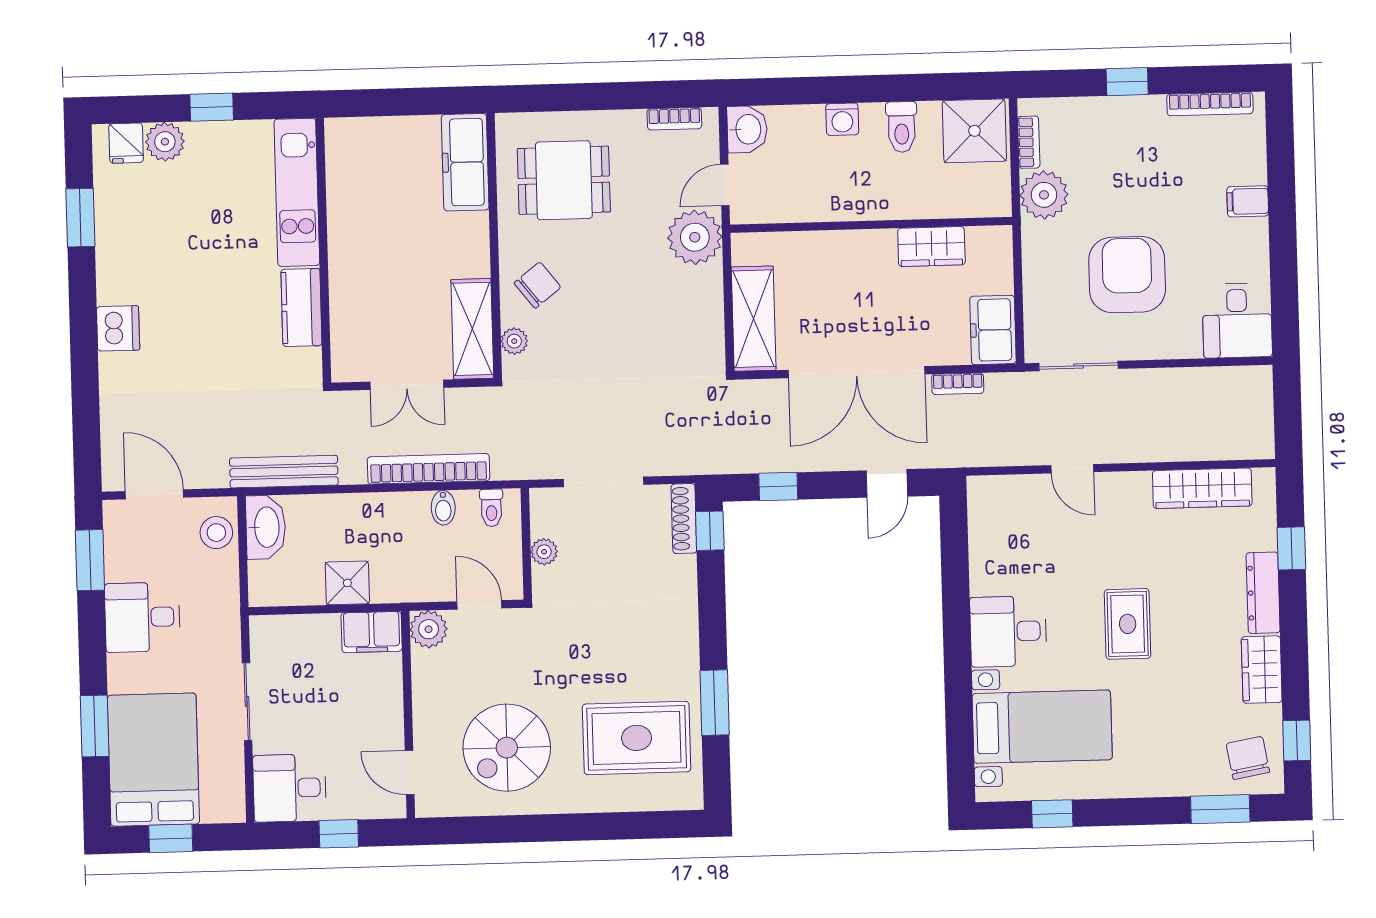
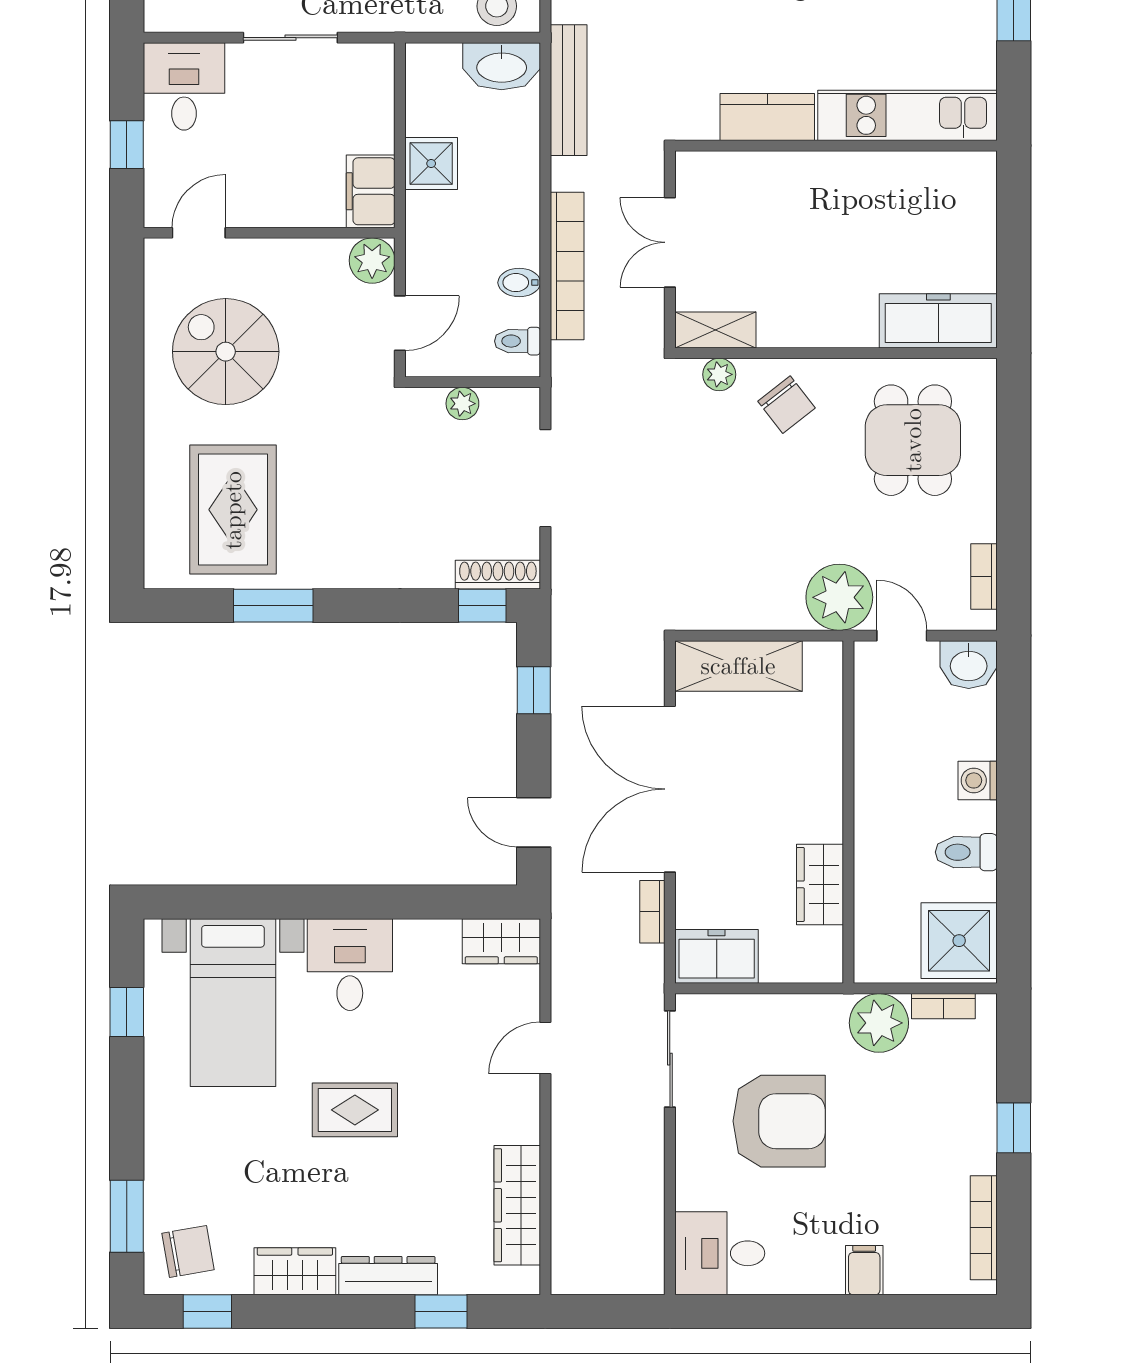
shelving: (472, 329) -> (715, 330), width x0.67, depth x0.75
wardrobe: (986, 507) -> (501, 941), added

